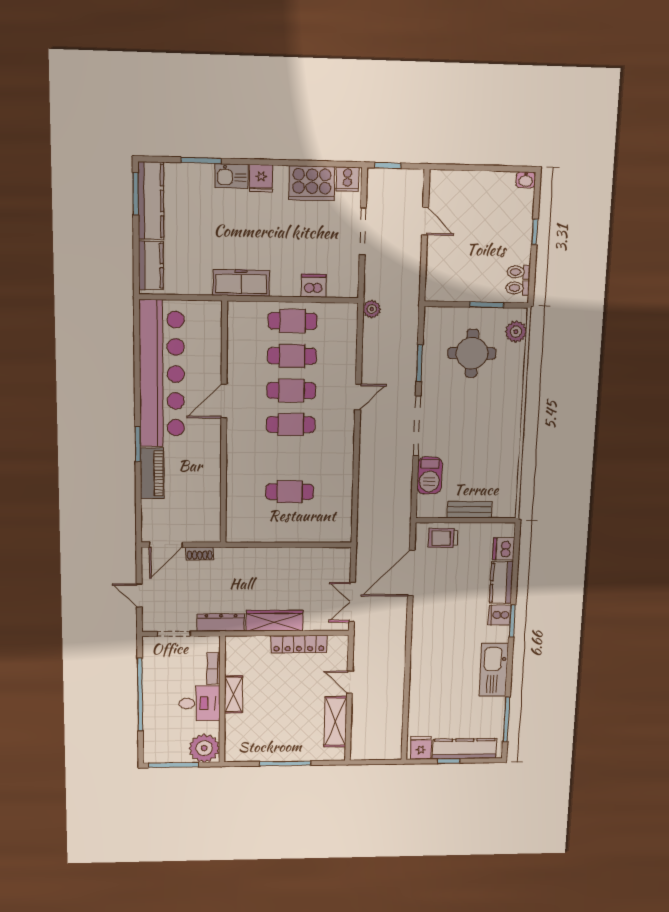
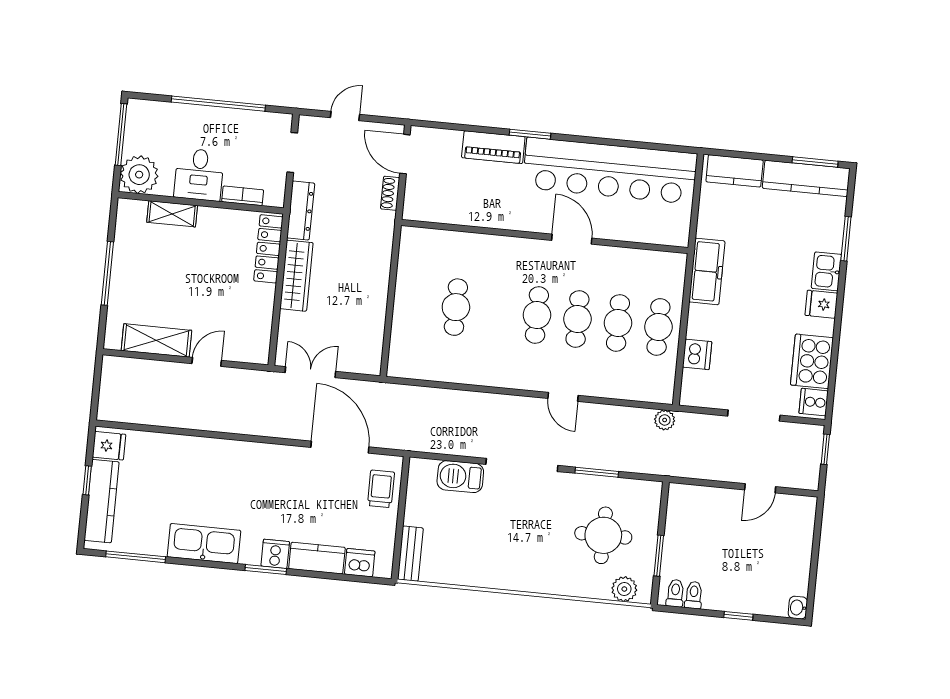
bench: (470, 510) -> (410, 554), moved
locker: (299, 644) -> (268, 249), moved
shelving: (233, 694) -> (172, 214), moved

